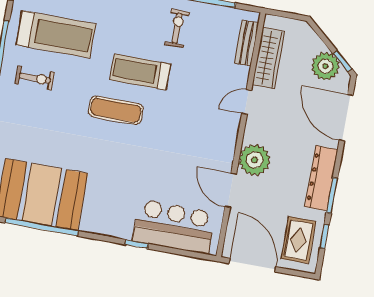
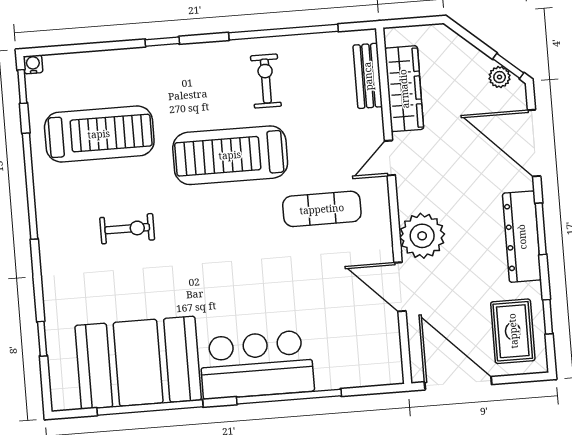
plant: (325, 66) -> (500, 77), width x0.53, depth x0.53
treadmill: (140, 72) -> (230, 155), width x1.37, depth x1.38
exercise bike: (35, 78) -> (127, 229), moved
exercise mat: (116, 110) -> (322, 209), moved
window: (332, 196) -> (541, 229), moved
bar counter: (174, 227) -> (257, 365), moved
window: (137, 244) -> (289, 397), width x3.17

